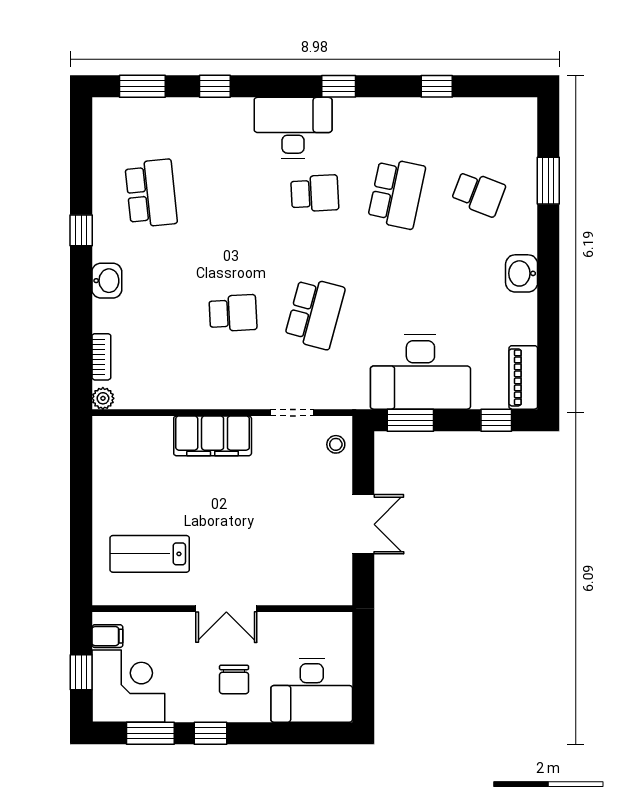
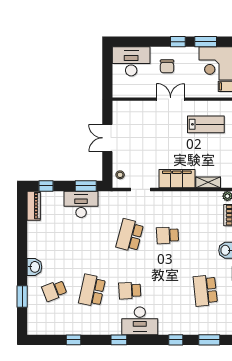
school desk: (478, 193) -> (54, 291), turned -42
washbasin: (522, 273) -> (34, 267), moved
desk: (420, 372) -> (81, 204), width x0.73, depth x0.77
shelving: (145, 428) -> (208, 182), added
chair: (234, 680) -> (167, 66), turned 180

